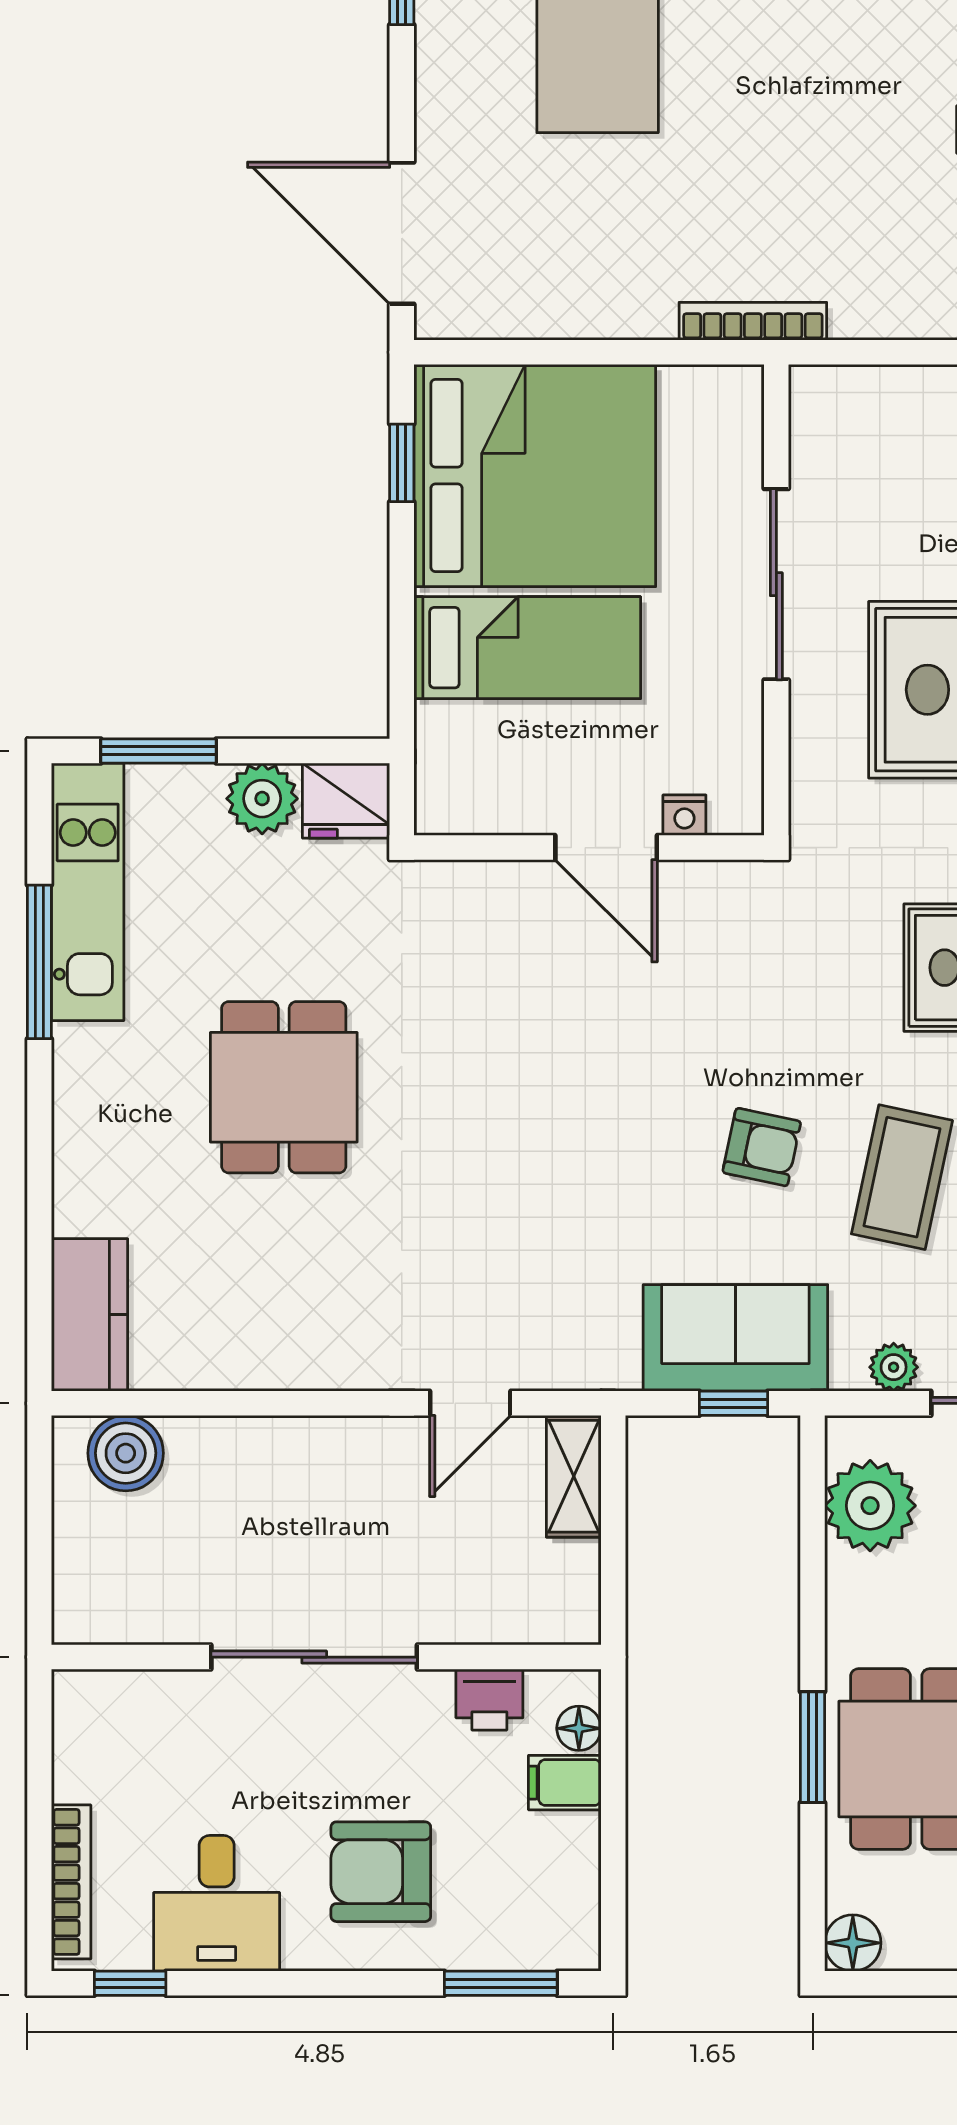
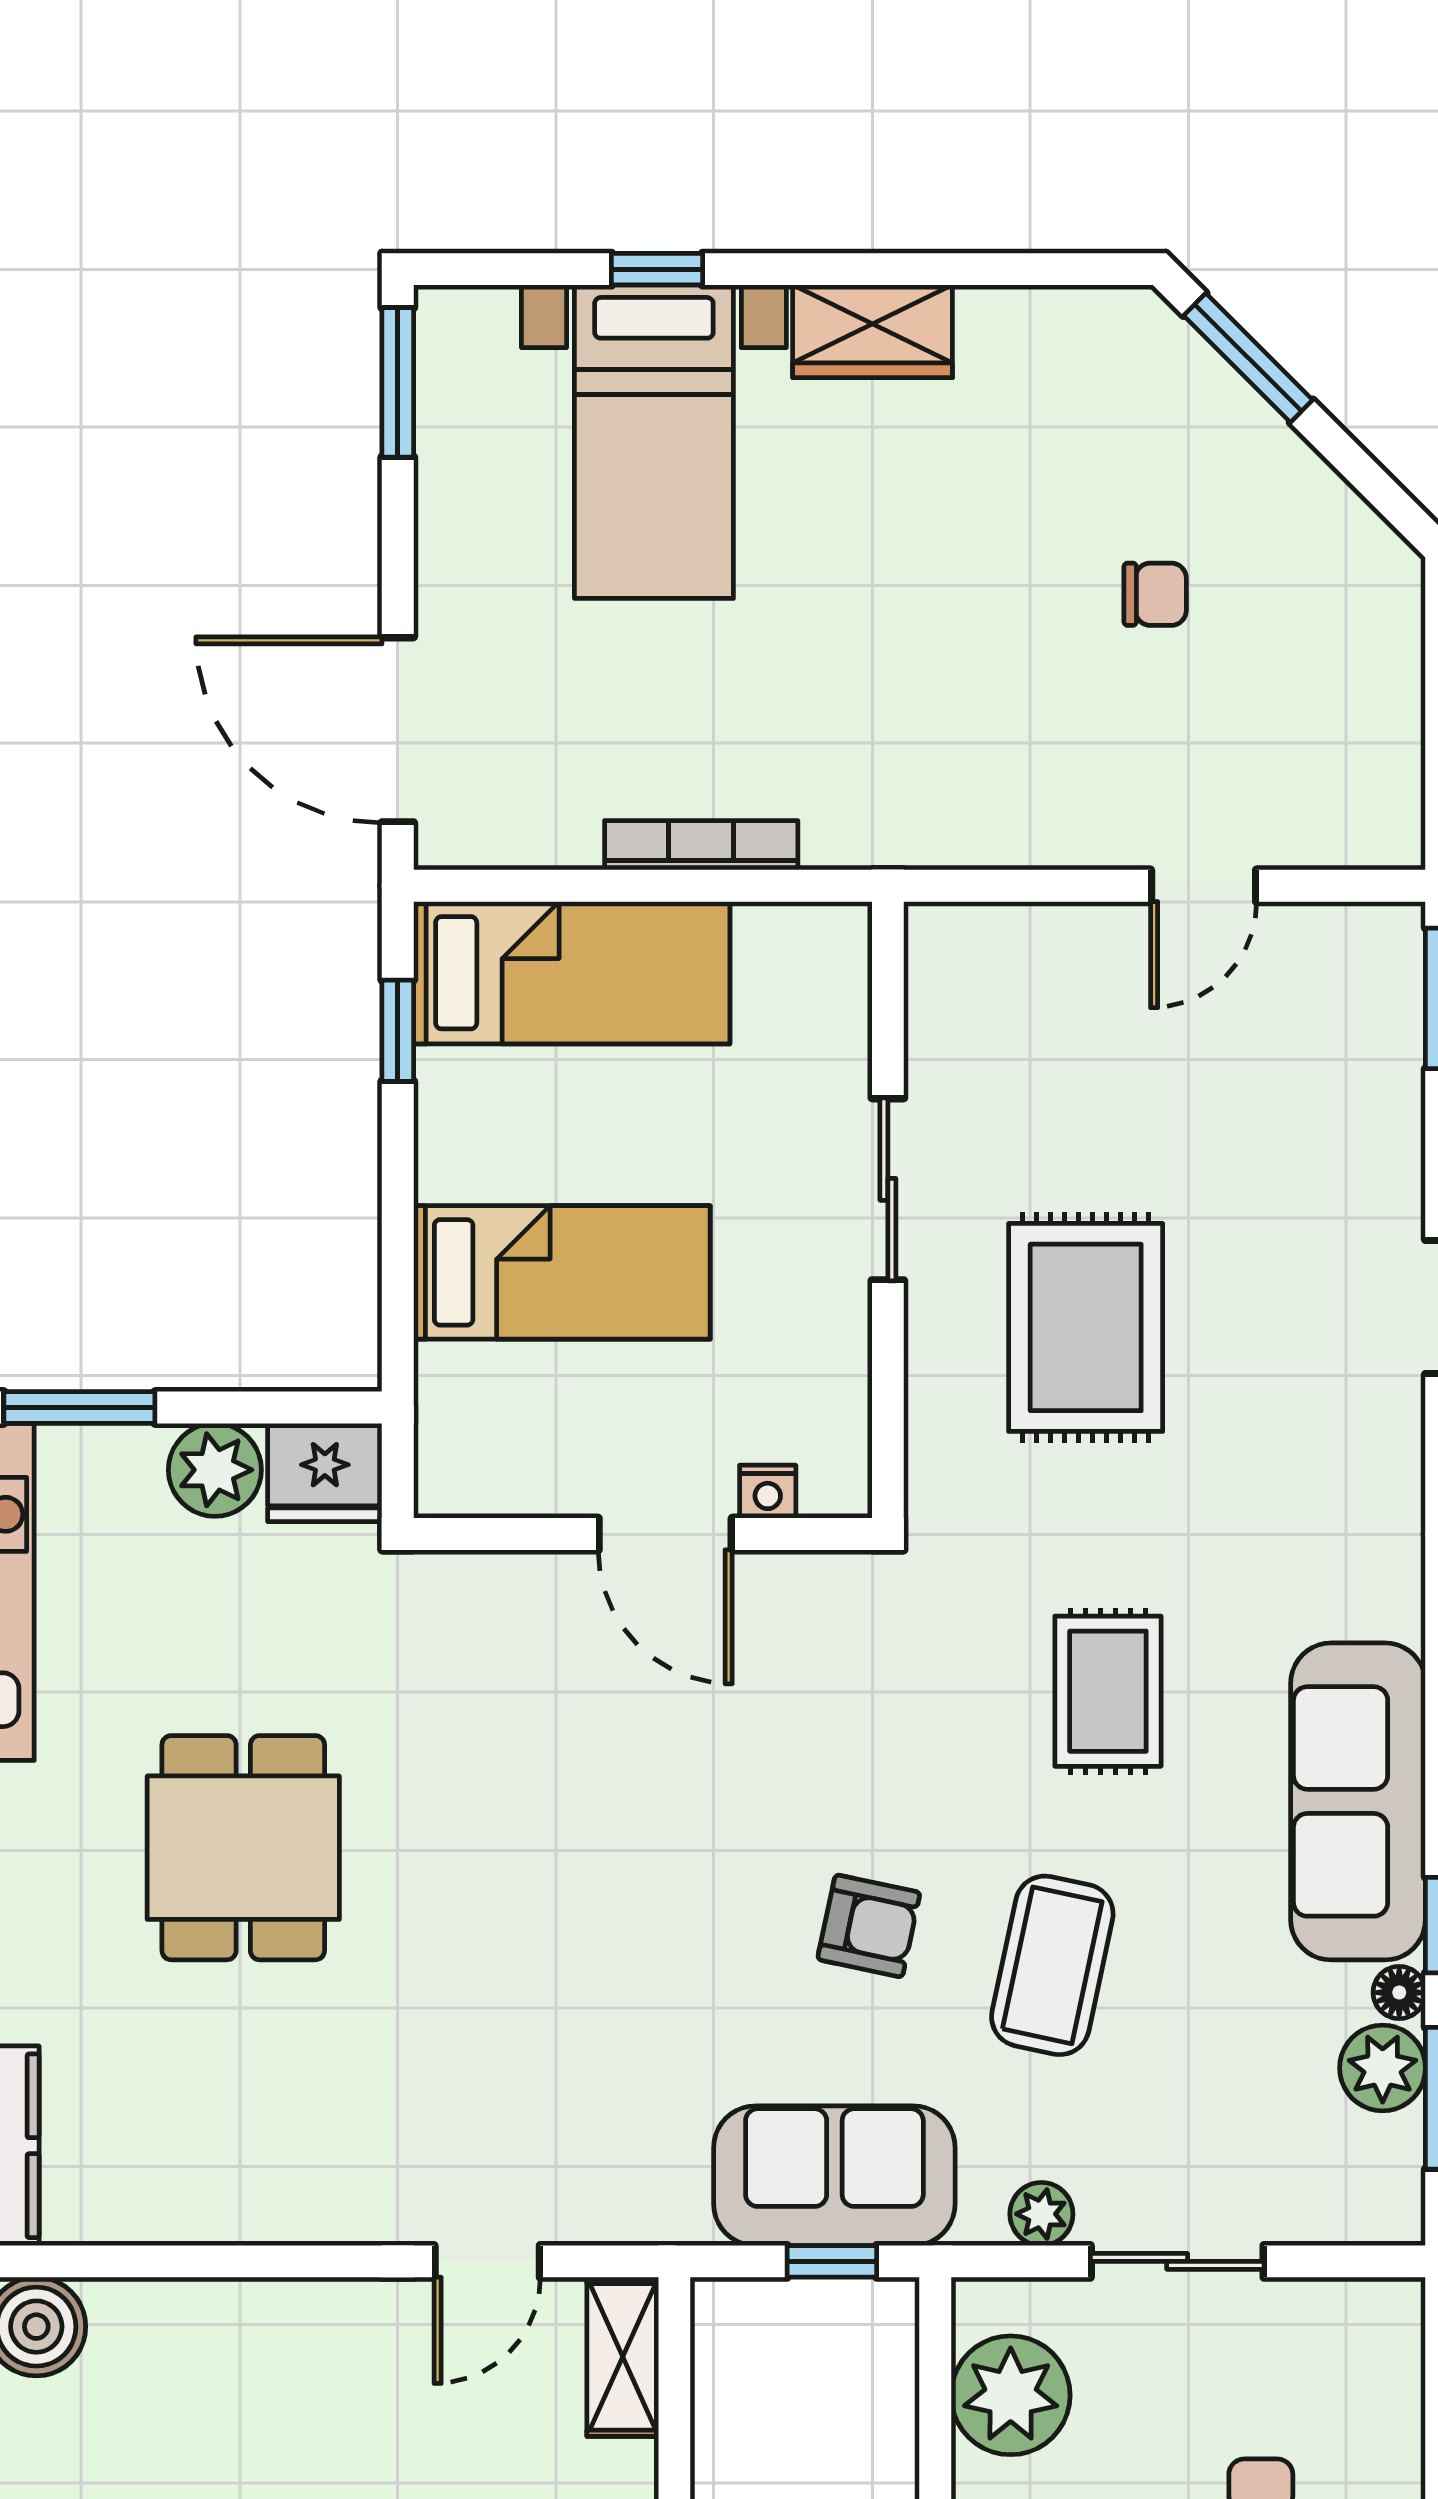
bookcase: (753, 321) -> (701, 845), moved
bed: (535, 475) -> (572, 973), width x0.49
sliding door: (776, 584) -> (888, 1189), width x0.73

